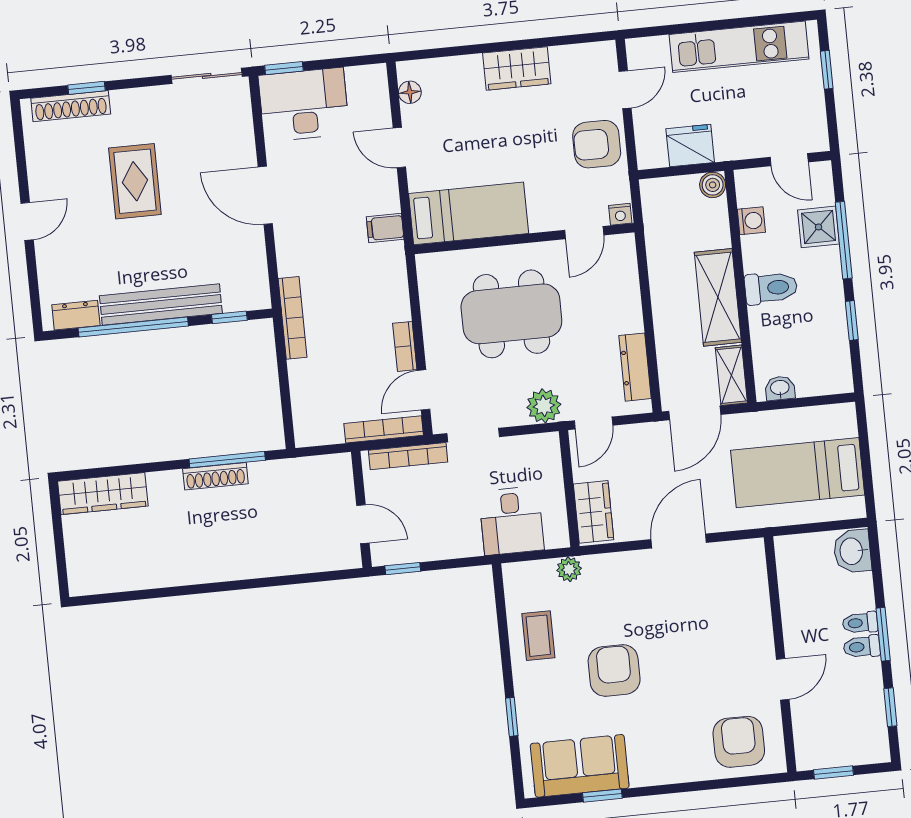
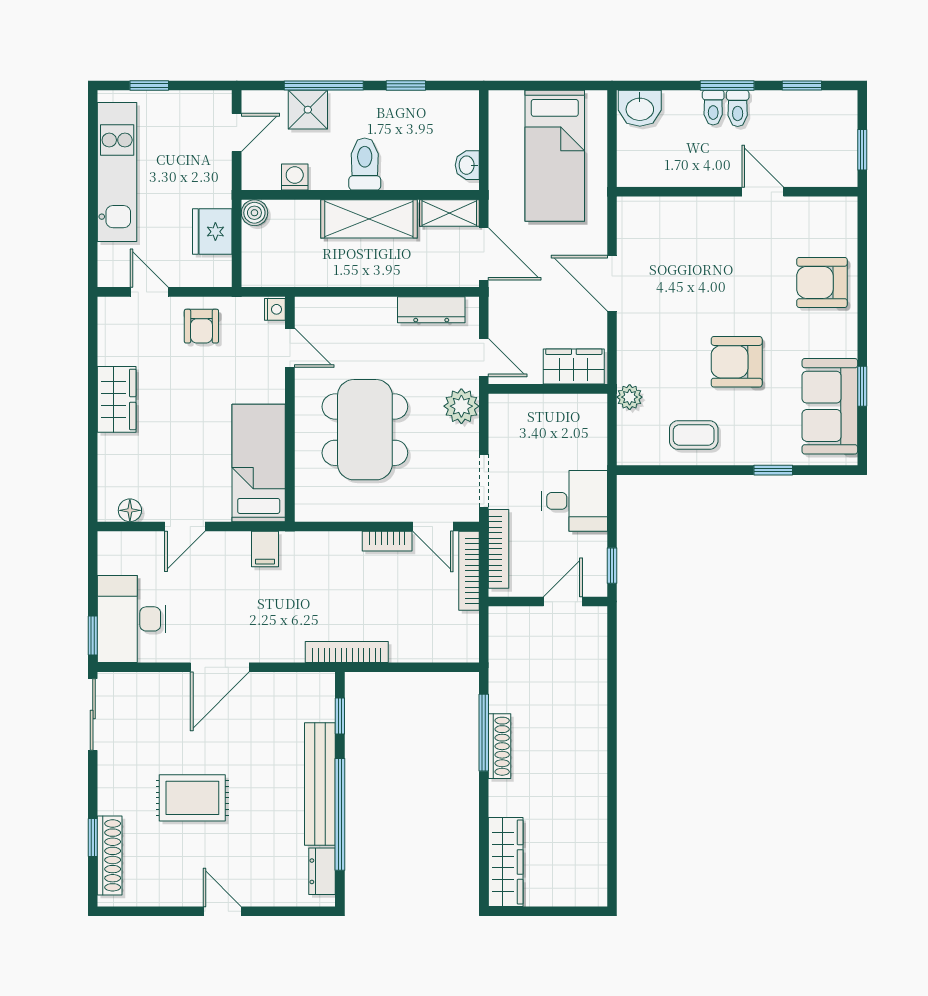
armchair: (597, 144) -> (201, 326), width x0.72, depth x0.72
desk: (511, 521) -> (574, 501), moved
armchair: (739, 742) -> (822, 282), moved

